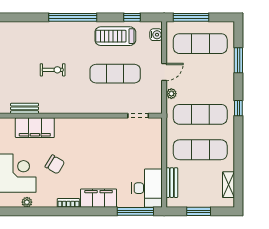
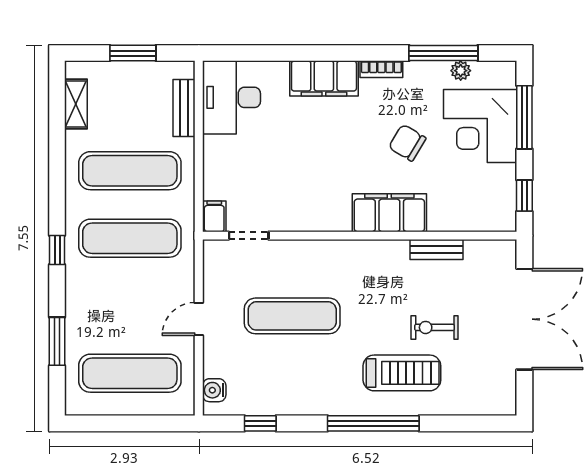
window: (191, 17) -> (148, 423), removed
treadmill: (115, 36) -> (402, 373), moved
exercise bike: (53, 70) -> (435, 327), moved
plant: (171, 94) -> (185, 278), removed
bench: (25, 108) -> (437, 250), moved
filing cabinet: (156, 126) -> (214, 216), added
filing cabinet: (35, 128) -> (389, 213), moved
window: (135, 211) -> (443, 53), moved

